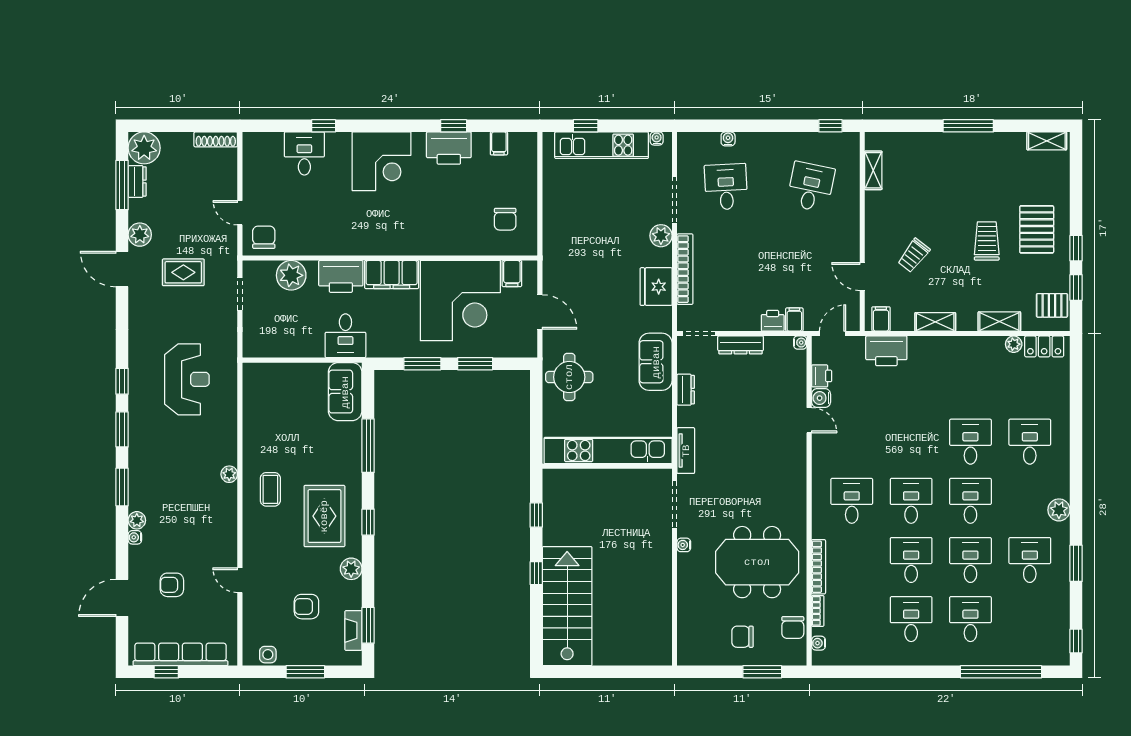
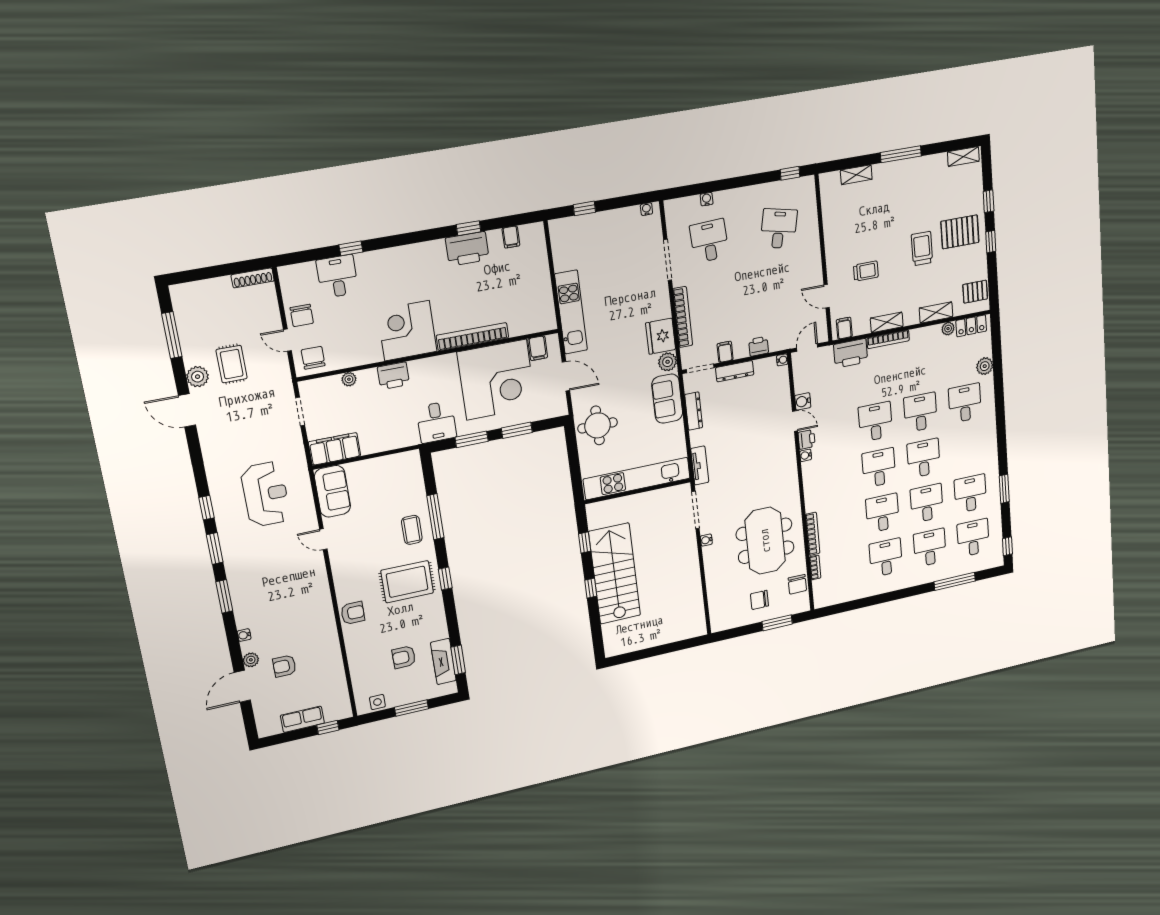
kitchen unit: (602, 145) -> (571, 312), moved, turned -90
plant: (144, 148) -> (186, 298), removed
corner desk: (381, 161) -> (407, 331), moved, turned 180
shelving: (873, 170) -> (856, 175), moved, turned 90
dresser: (137, 181) -> (186, 329), removed
chair: (505, 219) -> (302, 315), moved
pallet: (1037, 229) -> (960, 232), turned 90
plant: (661, 236) -> (668, 362), moved
bookcase: (440, 246) -> (472, 337), added
trolley: (914, 255) -> (866, 271), turned -128
rug: (183, 272) -> (232, 364), moved, turned 90
plant: (291, 275) -> (349, 379), width x0.53, depth x0.53
filing cabinet: (392, 275) -> (334, 449), moved, turned 180
printer: (341, 276) -> (393, 376), width x0.73, depth x0.84
window: (1076, 288) -> (989, 201), moved
filing cabinet: (794, 320) -> (725, 352), moved
desk: (345, 336) -> (436, 422), moved
bookcase: (935, 343) -> (888, 339), added
printer: (822, 376) -> (807, 439), moved
dresser: (686, 390) -> (694, 411), width x1.44
sofa: (345, 392) -> (332, 491), moved, turned 180
plant: (229, 474) -> (318, 565), removed
coffee table: (270, 489) -> (412, 530), moved
desk: (852, 501) -> (875, 422), moved
plant: (1059, 510) -> (985, 366), moved
rug: (324, 516) -> (407, 582), turned 90
plant: (137, 520) -> (251, 660), moved
armchair: (258, 539) -> (353, 613), added
meeting table: (757, 562) -> (765, 541), turned 90
plant: (351, 569) -> (437, 619), removed
door: (240, 580) -> (323, 539), moved
stairs: (567, 606) -> (615, 574), moved
desk: (1030, 619) -> (973, 538), added
fireplace: (353, 630) -> (443, 662), width x1.37, depth x1.32
water cooler: (819, 643) -> (806, 455), moved
row of seats: (180, 654) -> (302, 719), width x0.50
window: (166, 672) -> (328, 727), moved
window: (1001, 672) -> (955, 581), width x0.68

